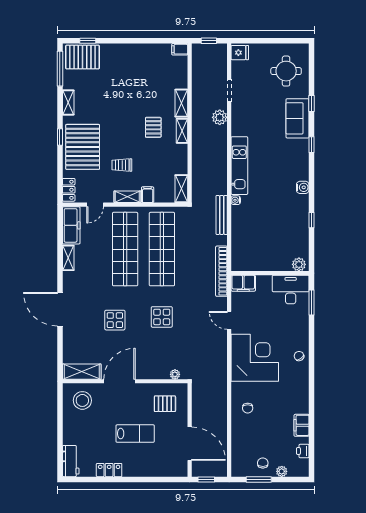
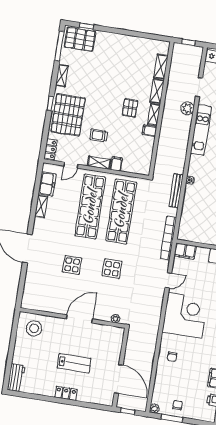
filing cabinet: (180, 49) -> (149, 131), moved
kitchen unit: (239, 166) -> (201, 130), moved
shelving: (181, 189) -> (161, 67), moved
freezer: (71, 225) -> (47, 184), width x0.71
door: (229, 320) -> (168, 280), swing flipped
shelving: (82, 372) -> (37, 304), removed
door: (120, 381) -> (80, 319), moved
pallet: (165, 404) -> (103, 342), removed
locker: (109, 470) -> (66, 393), moved
plant: (282, 471) -> (154, 409), moved

